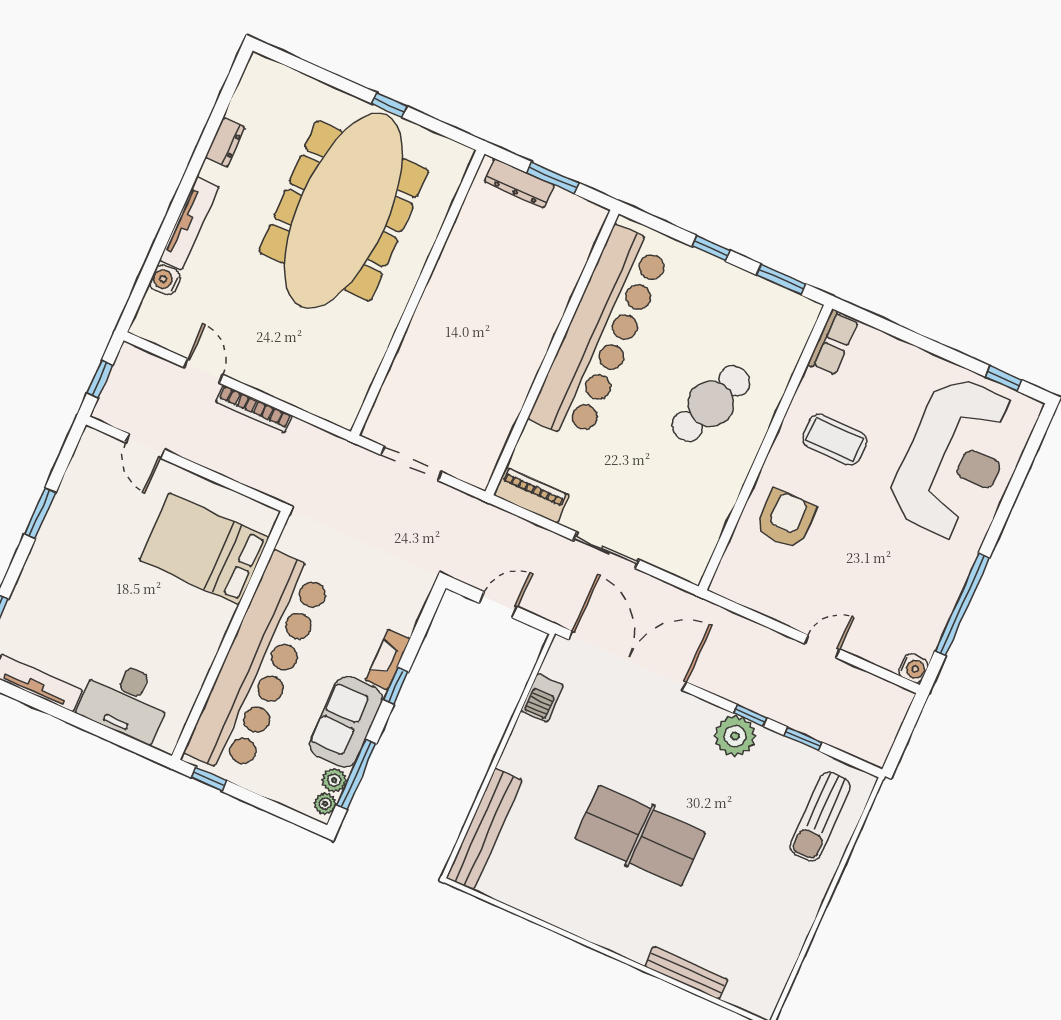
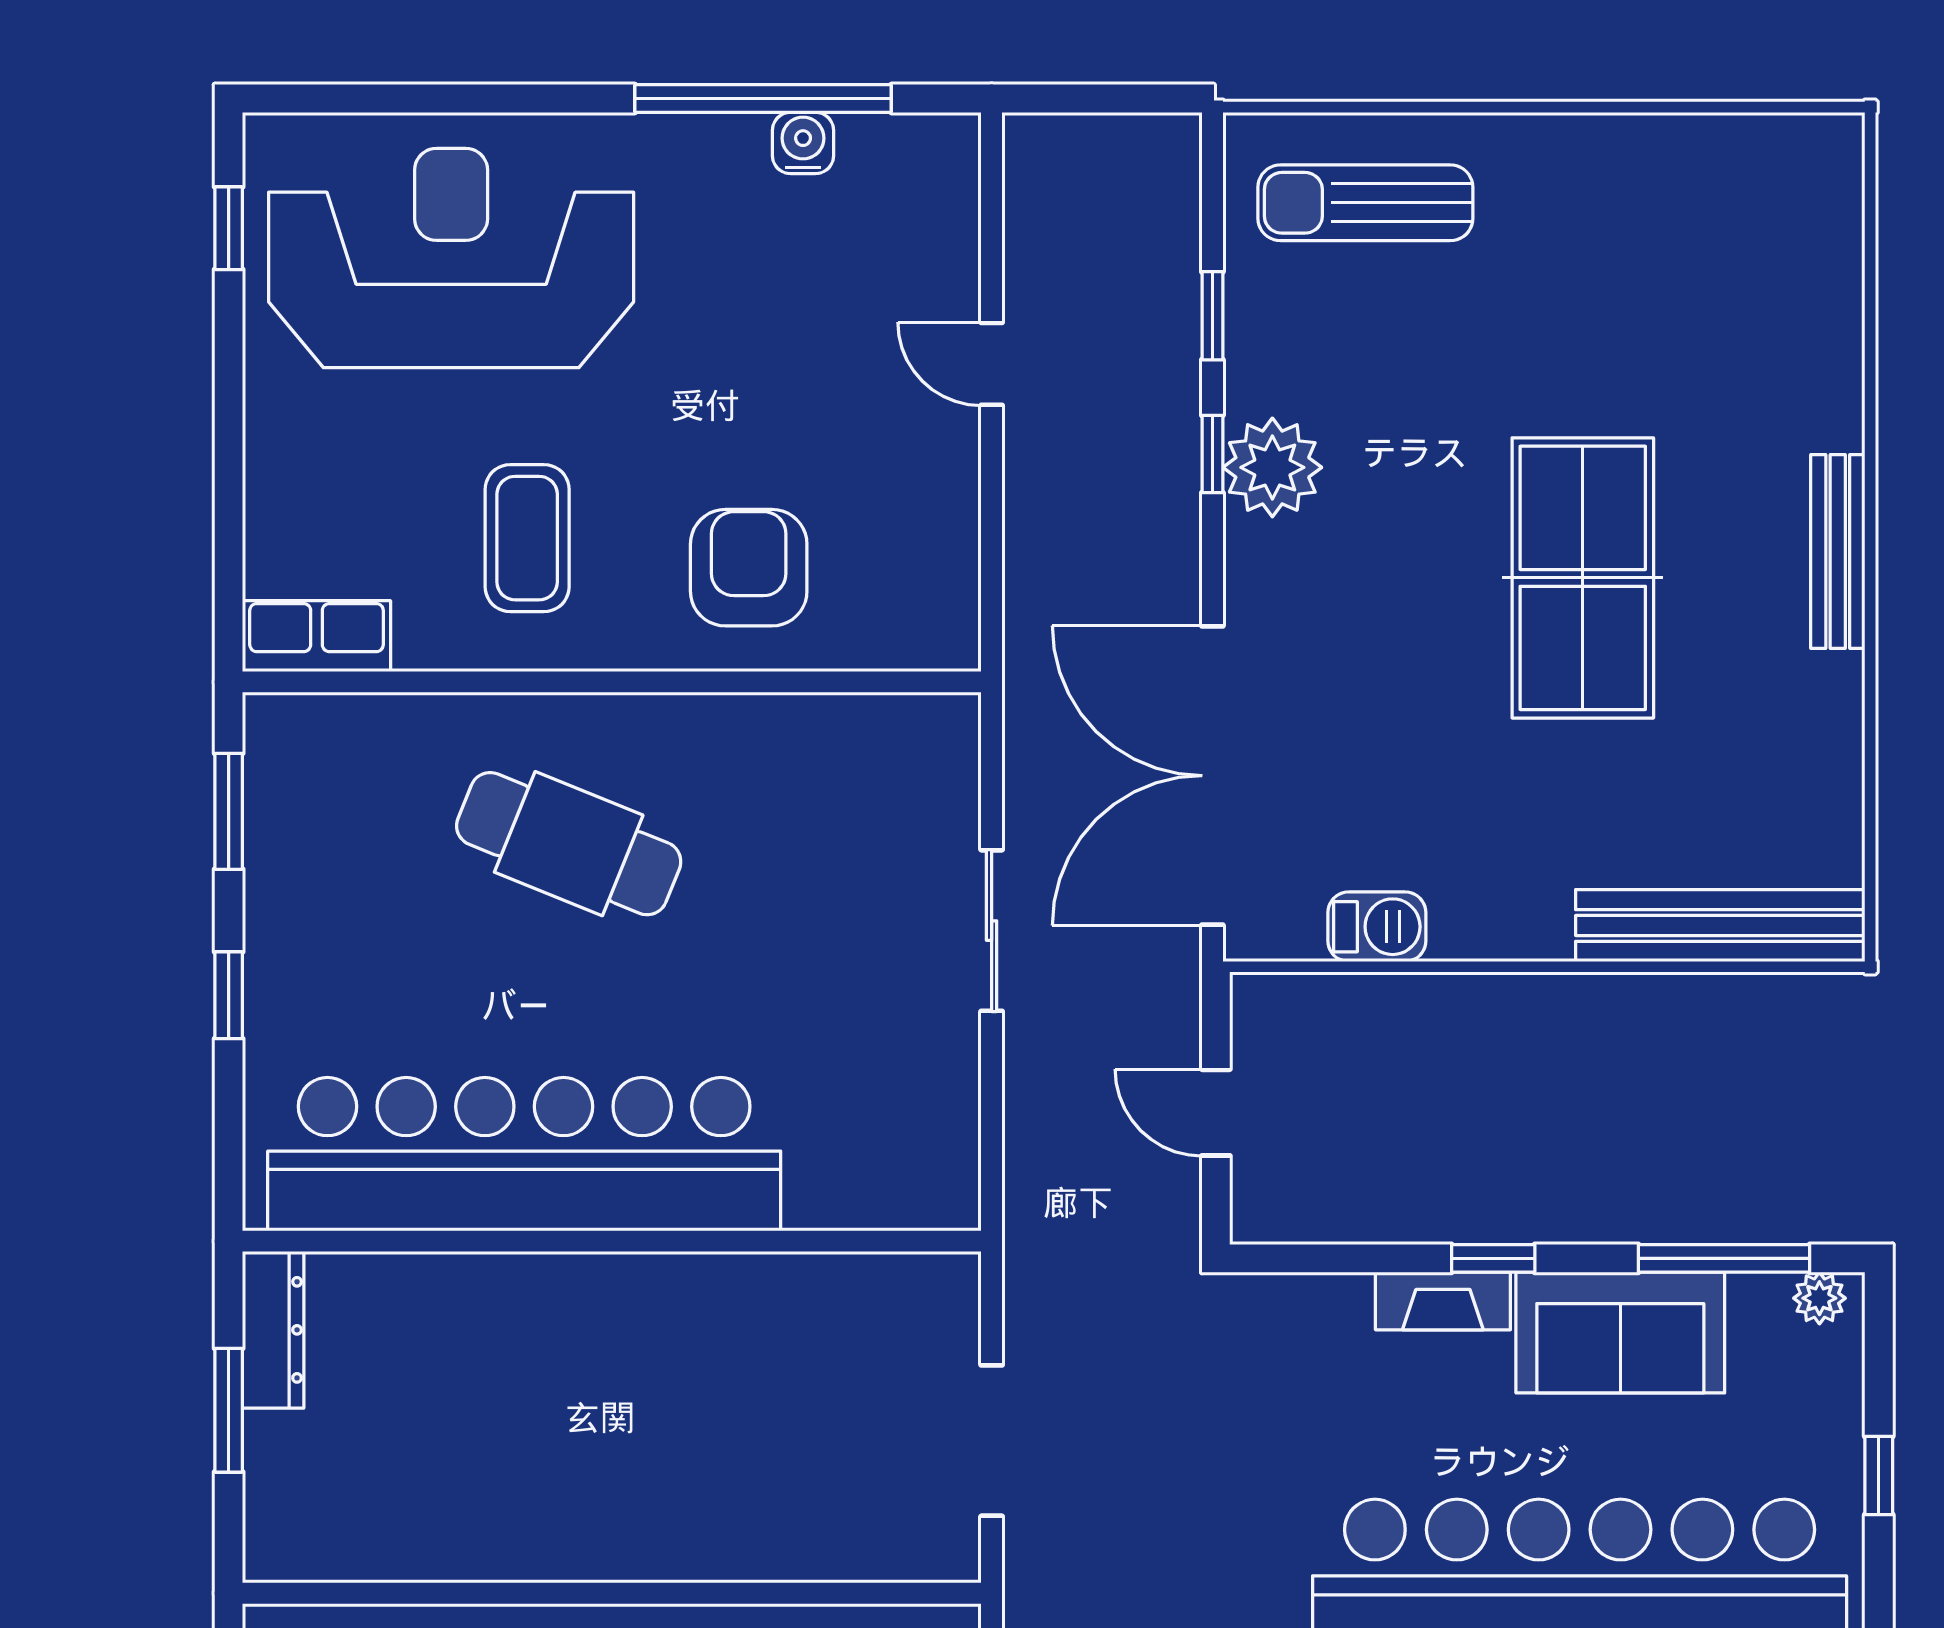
dresser: (519, 183) -> (273, 1330), moved
piano: (531, 495) -> (944, 1147), removed
armchair: (786, 519) -> (749, 568), turned 90
water cooler: (913, 668) -> (803, 143), moved
window: (209, 779) -> (1879, 1476), moved
plant: (334, 780) -> (1759, 1301), removed
sun lounger: (820, 816) -> (1365, 203), turned 180
bench: (686, 973) -> (1838, 552), moved

